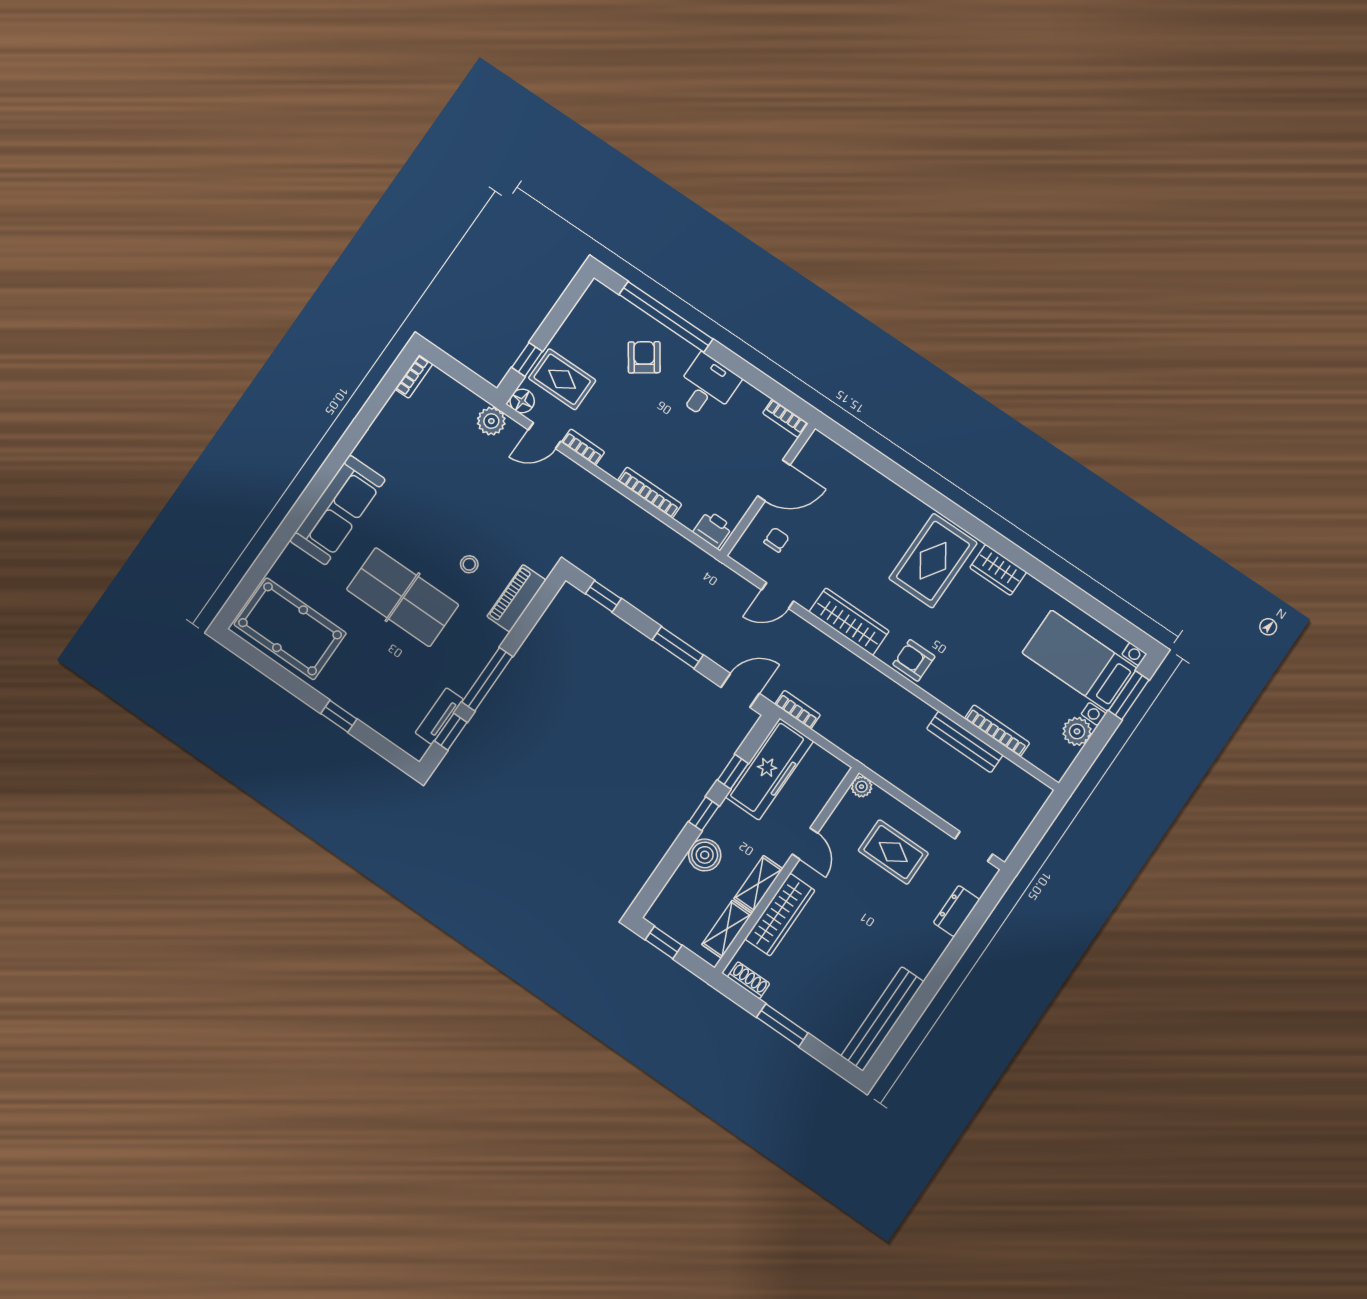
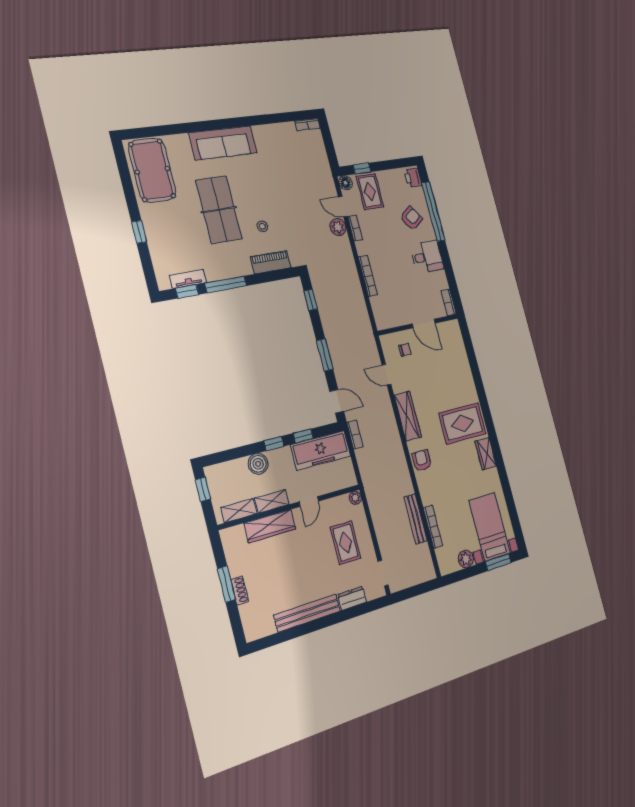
plant: (491, 421) -> (338, 227), moved
printer: (713, 529) -> (413, 178), moved, turned 180
shoe rack: (749, 980) -> (240, 590), moved
bench: (882, 1019) -> (307, 613), moved

